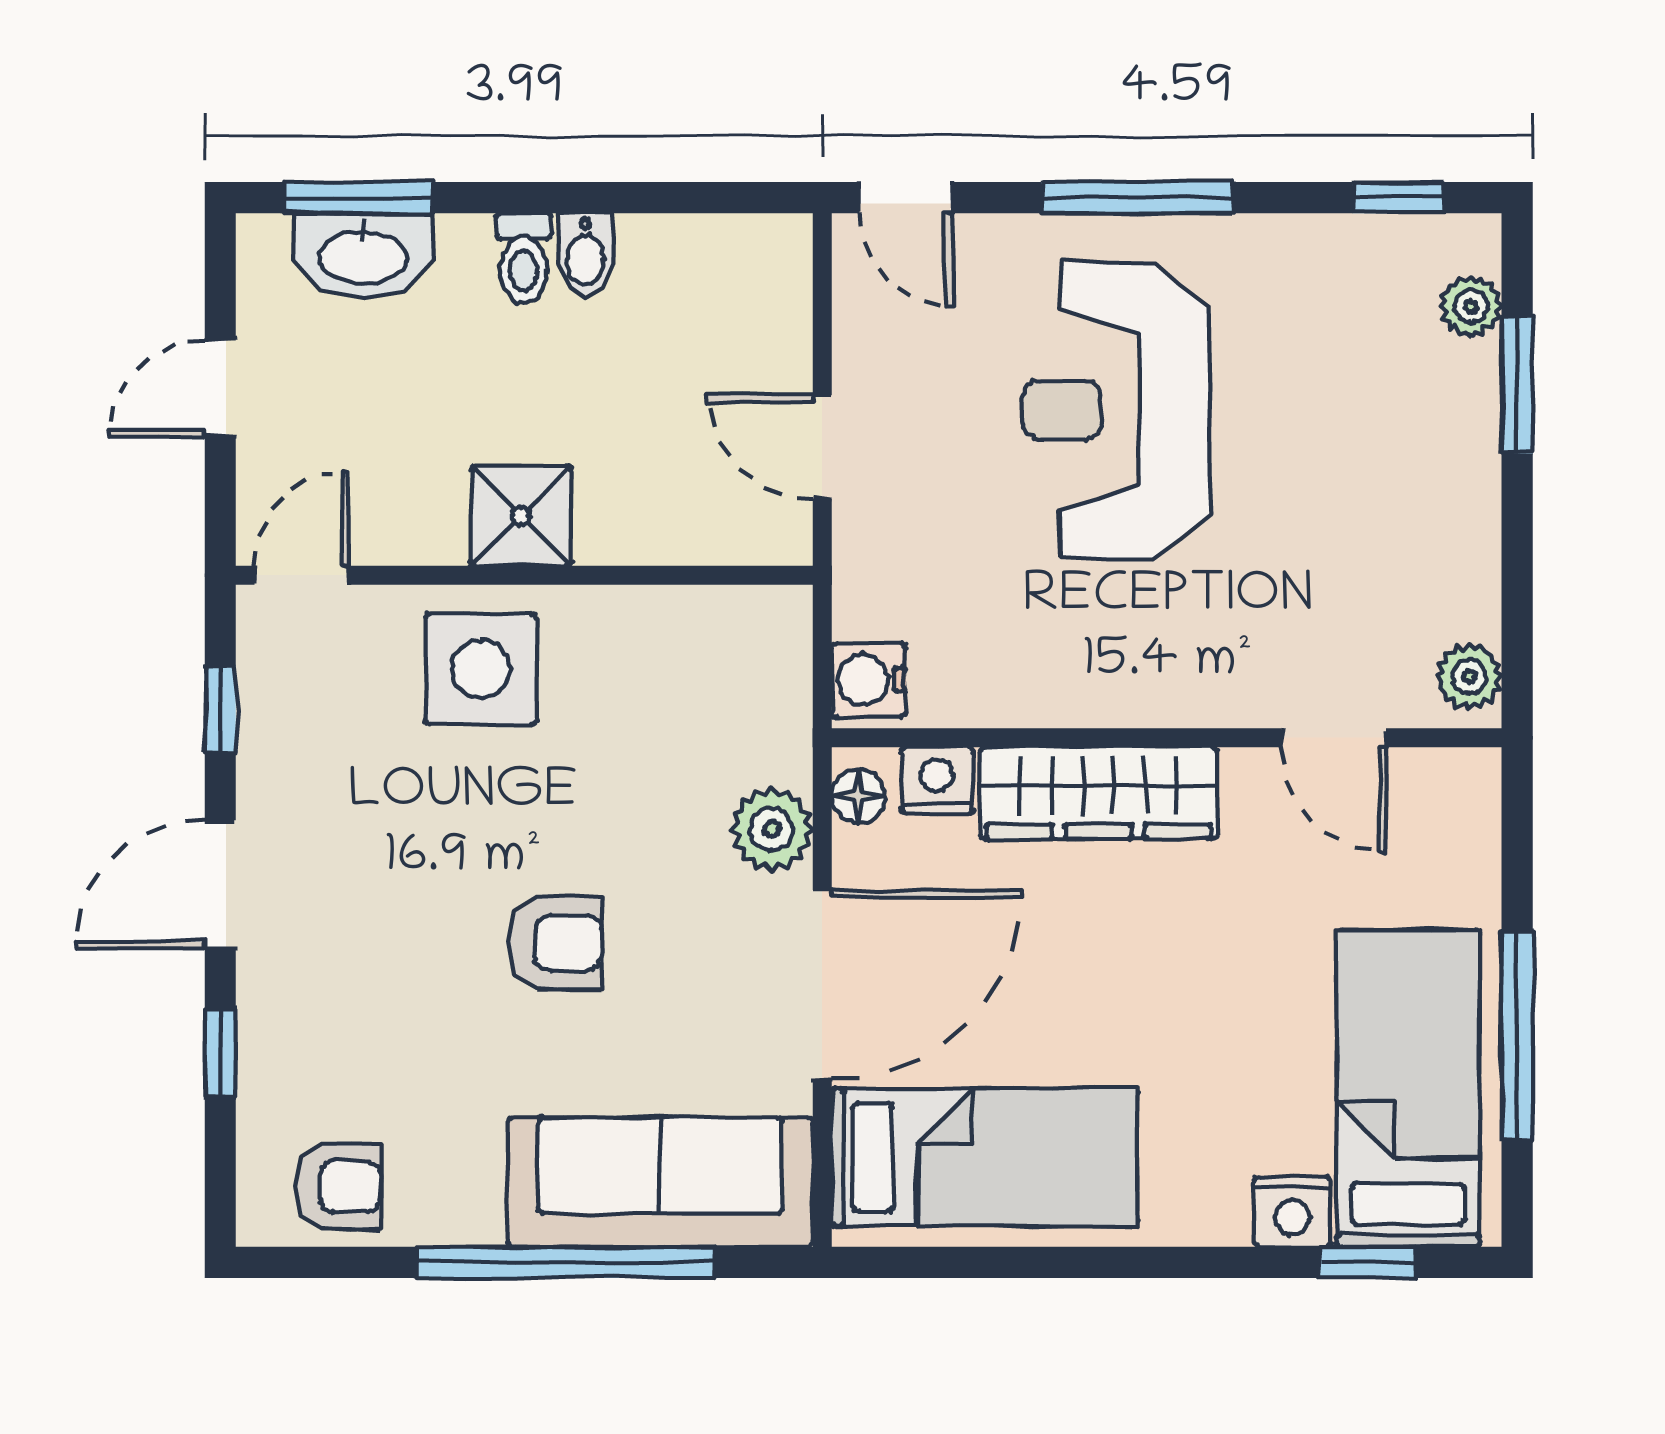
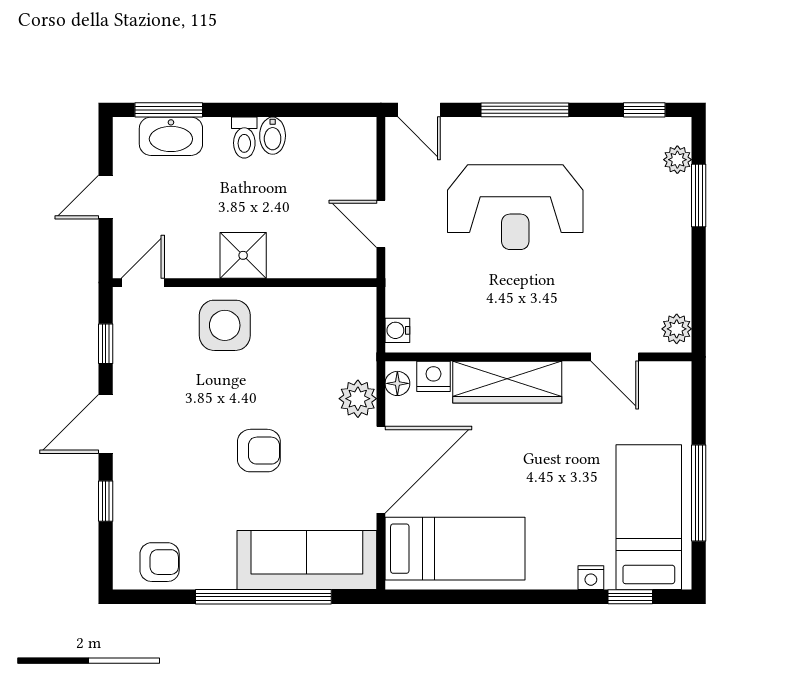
reception desk: (1116, 410) -> (515, 207), turned -90
water cooler: (869, 680) -> (397, 330), width x0.72, depth x0.72
nightstand: (1292, 1212) -> (591, 578), width x0.72, depth x0.74

